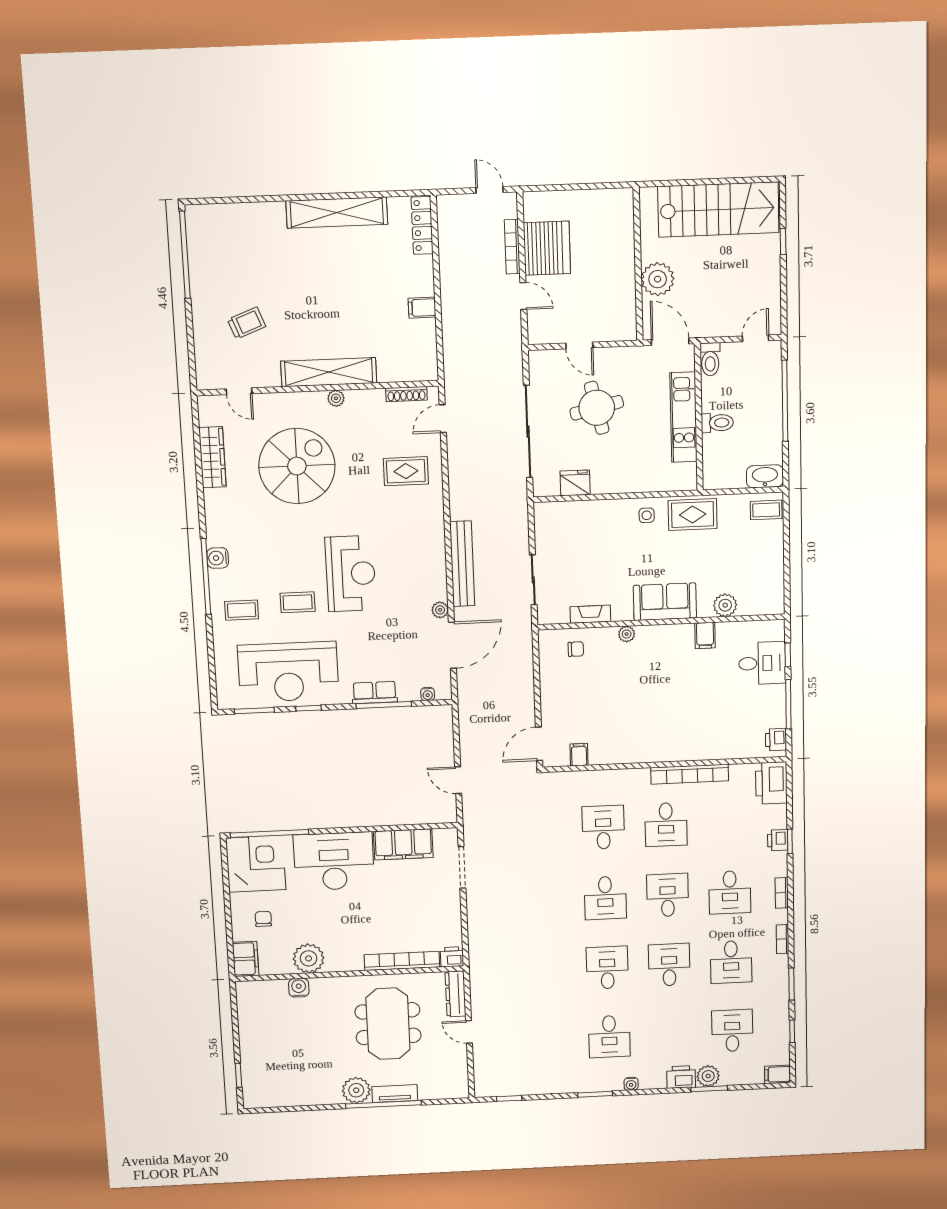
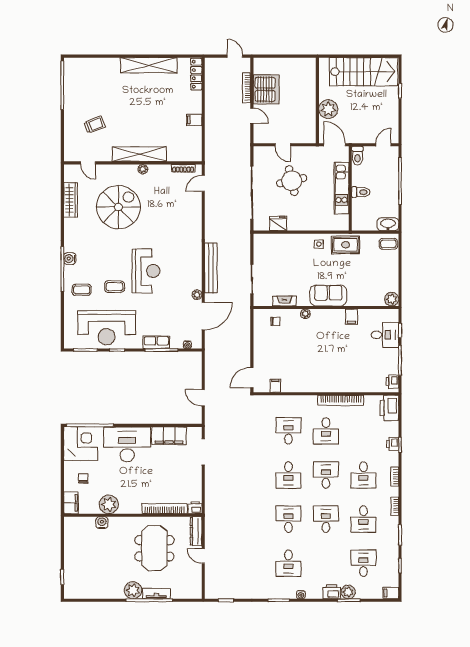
rug: (406, 471) -> (181, 213), removed
plant: (725, 605) -> (392, 299), moved

